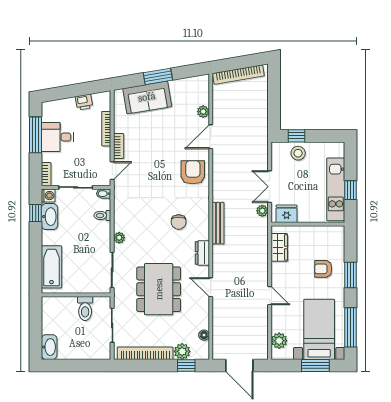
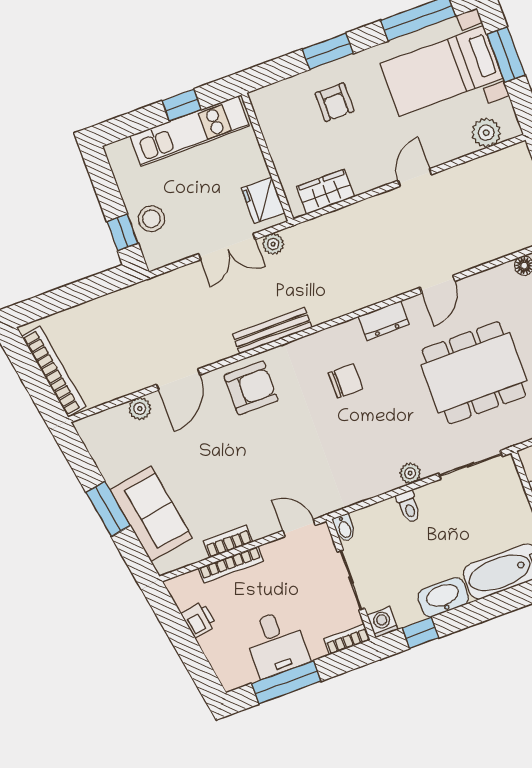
door: (211, 137) -> (178, 380), hinge flipped
bookcase: (119, 146) -> (228, 541), moved
armchair: (193, 172) -> (251, 388), turned 180
toilet: (102, 215) -> (409, 507), moved
washbasin: (50, 217) -> (443, 597), moved
bench: (218, 223) -> (272, 331), moved

